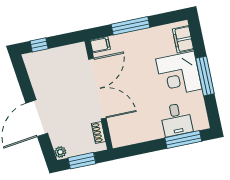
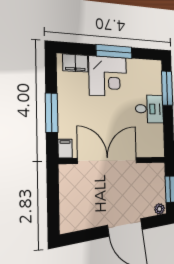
window: (39, 45) -> (53, 213), removed
desk: (176, 120) -> (149, 109), moved
shoe rack: (98, 133) -> (148, 168), removed

